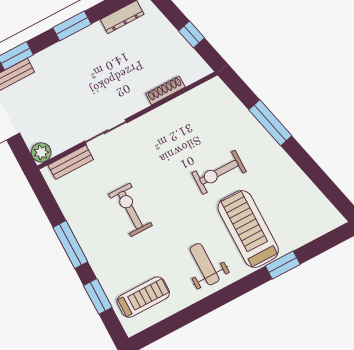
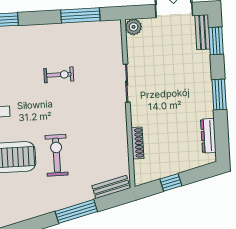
bench: (71, 162) -> (111, 187), moved, turned 76
exercise bike: (130, 210) -> (59, 75), width x0.73, depth x0.72
window: (70, 245) -> (80, 15), moved

